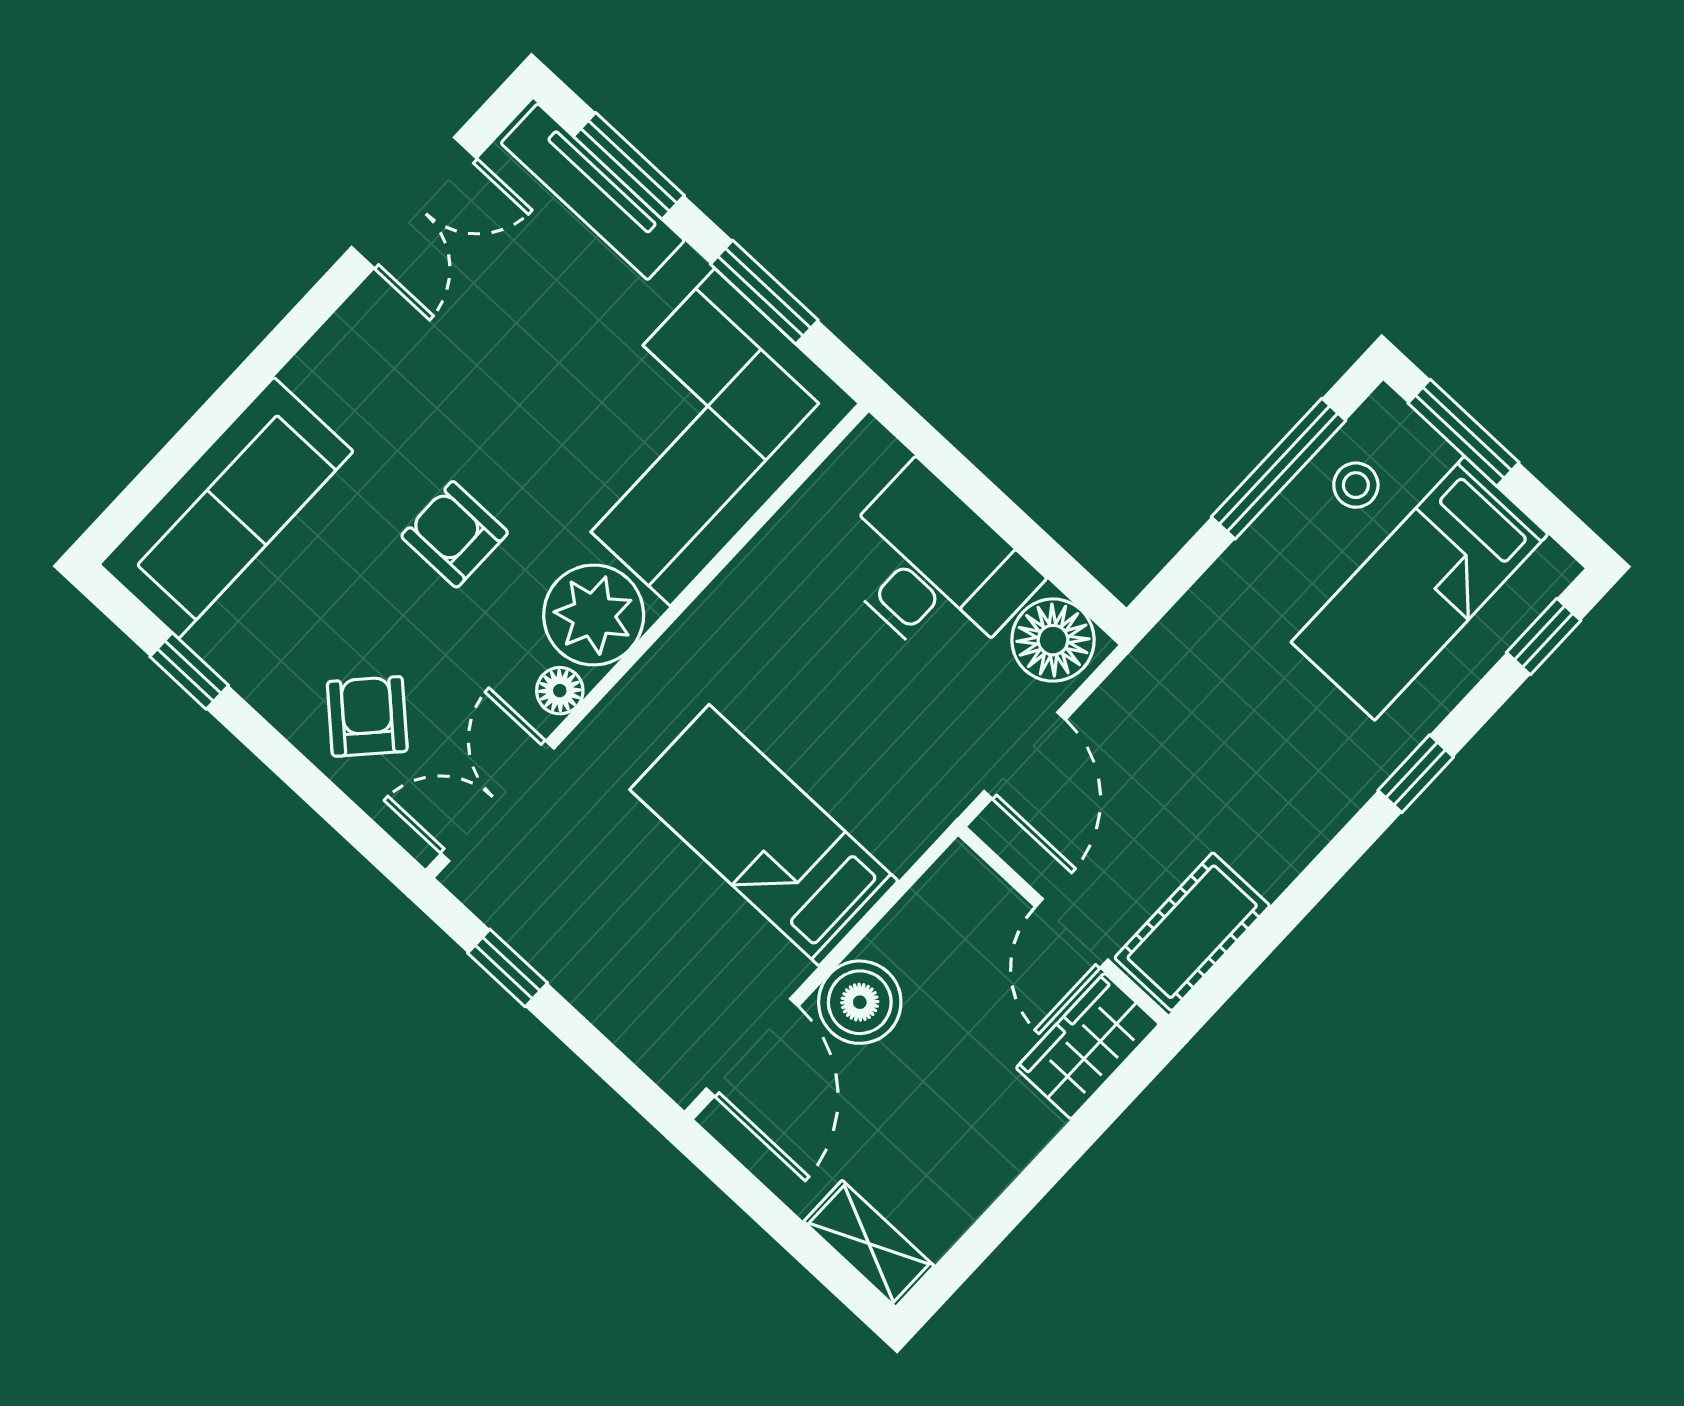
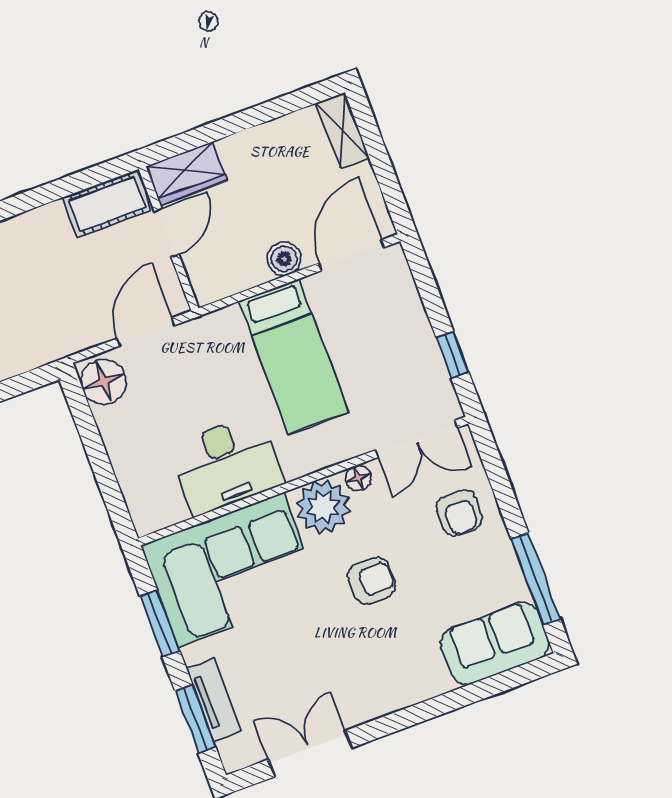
tv unit: (593, 192) -> (214, 700), width x0.71
sofa: (226, 508) -> (495, 643), width x0.73
armchair: (455, 534) -> (372, 581), turned -90
desk: (933, 569) -> (226, 464), moved, turned -90
window: (189, 671) -> (536, 579), width x2.17
armchair: (367, 716) -> (459, 513), turned -43
boiler: (860, 1002) -> (284, 259), width x0.73, depth x0.73

